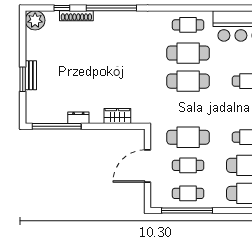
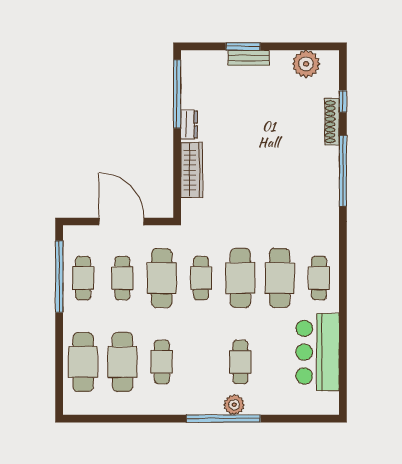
plant: (35, 20) -> (306, 64), moved
cafe table: (188, 109) -> (201, 278), added
wardrobe: (117, 116) -> (192, 170), width x1.50

